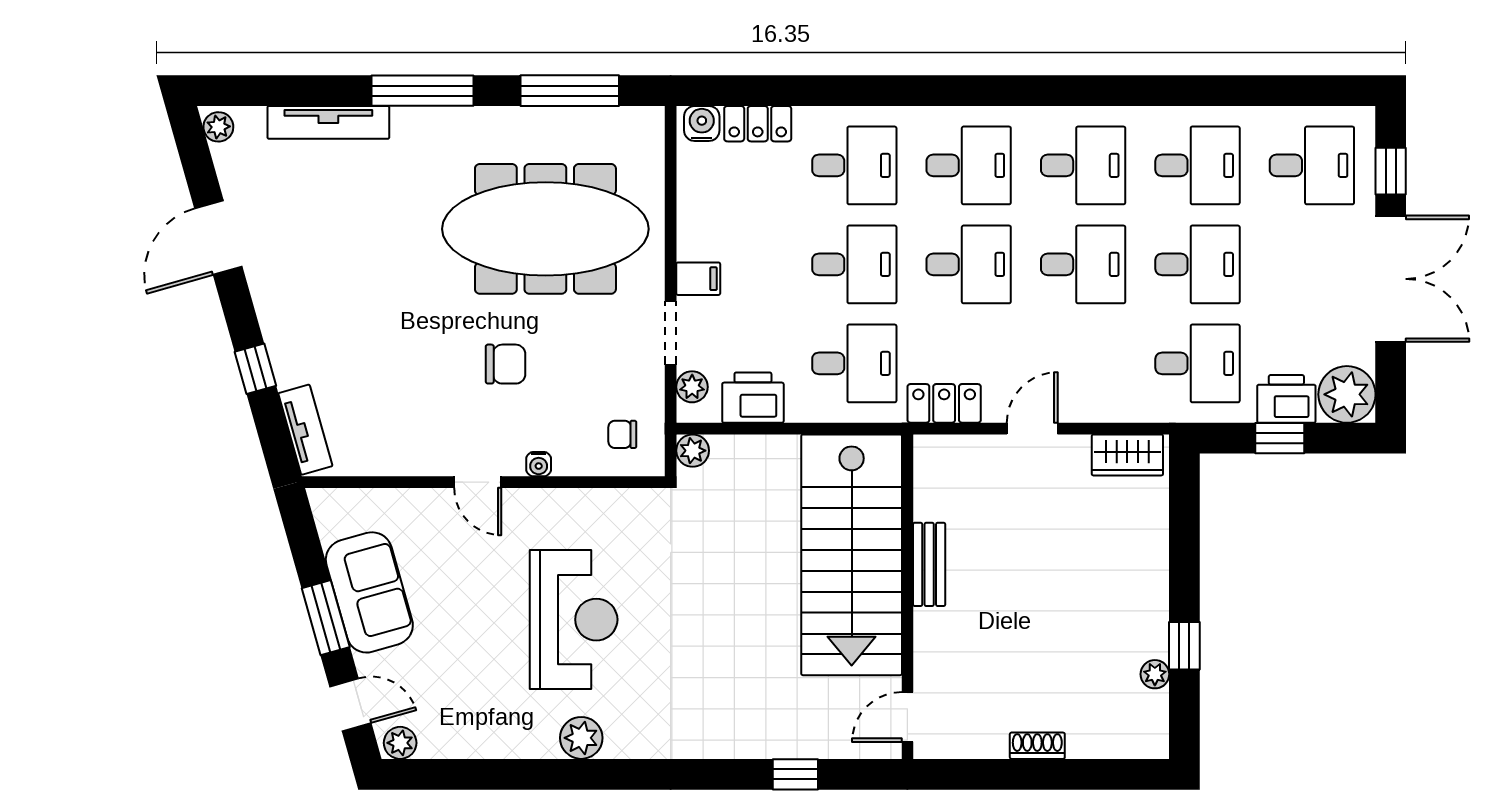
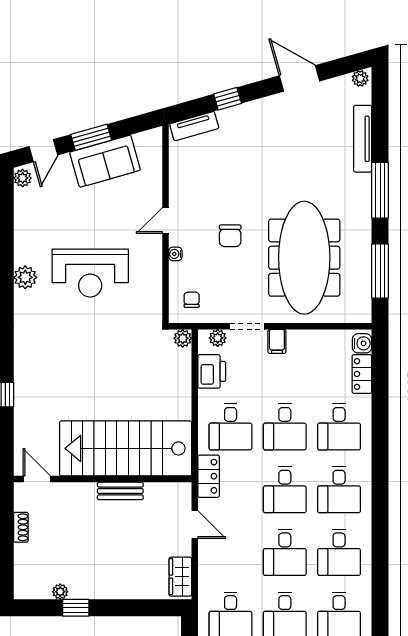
stairs: (852, 555) -> (126, 448), moved
bench: (929, 564) -> (120, 491), moved
wall: (907, 597) -> (103, 479), moved
door: (907, 717) -> (37, 479), moved

